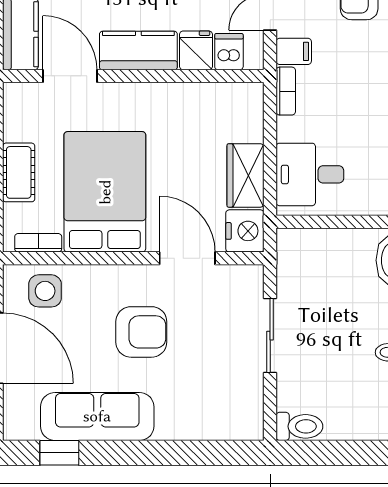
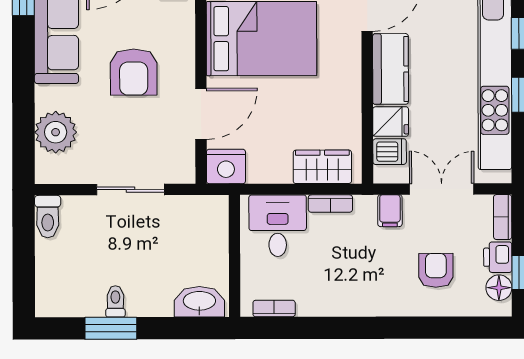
bookcase: (286, 91) -> (330, 204), moved
wardrobe: (245, 175) -> (322, 167), moved
plant: (207, 418) -> (56, 132), added

